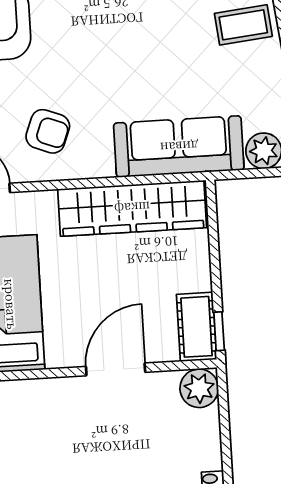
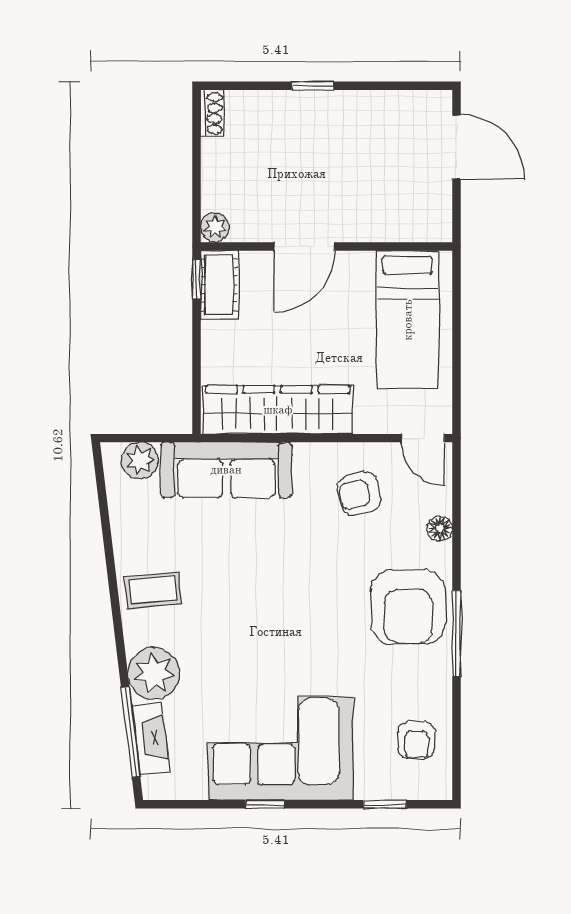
armchair: (48, 131) -> (359, 493), turned -34
plant: (199, 388) -> (215, 227), width x0.73, depth x0.73

